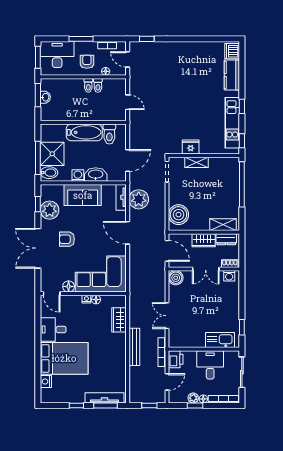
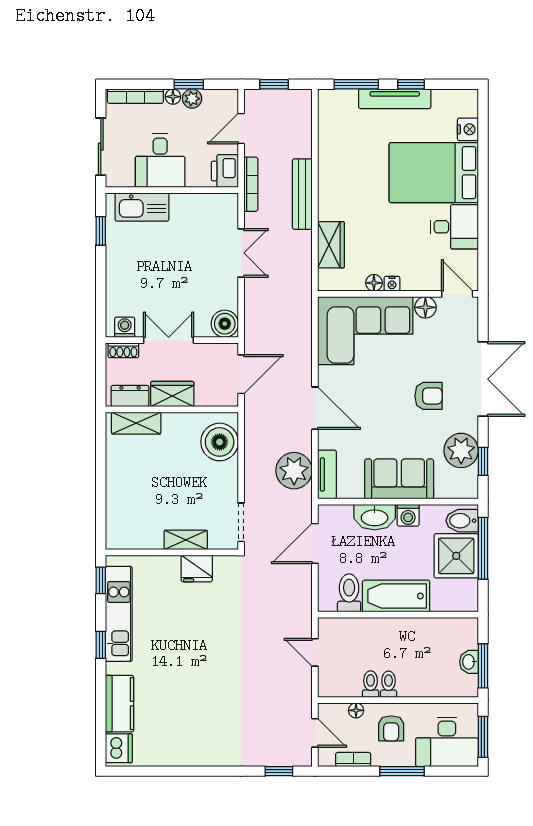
window: (242, 184) -> (101, 499), removed
door: (167, 251) -> (241, 374), swing flipped
tv unit: (105, 398) -> (395, 99), moved

